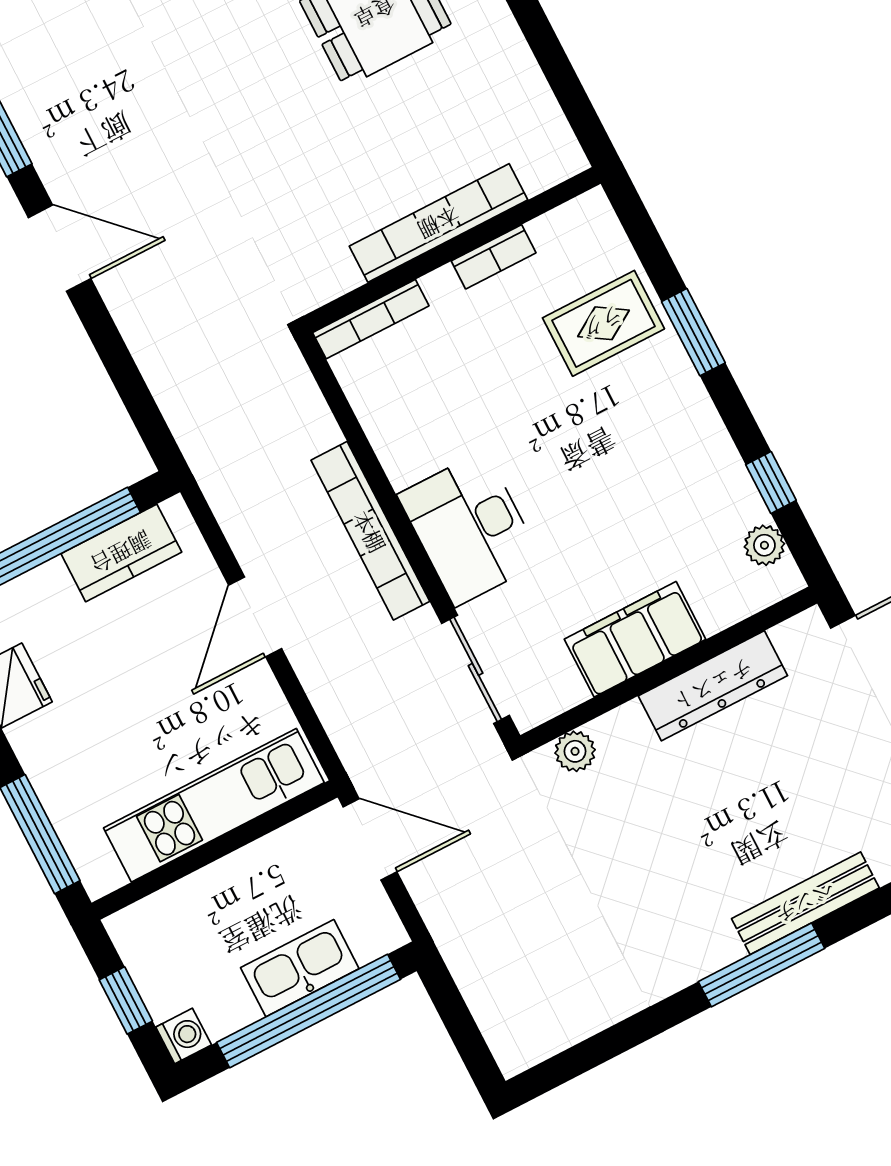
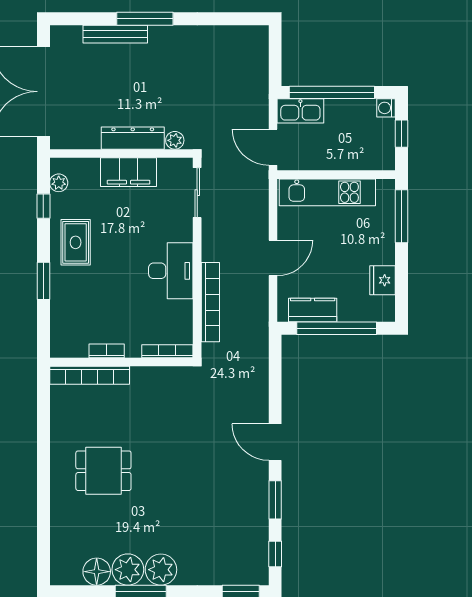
bookcase: (439, 223) -> (90, 375), moved
rug: (603, 323) -> (76, 242), moved, turned 90
desk: (470, 528) -> (171, 271), moved
bookcase: (370, 531) -> (210, 302), moved
dresser: (713, 686) -> (133, 138), moved
kitchen sink: (300, 968) -> (300, 111), moved

